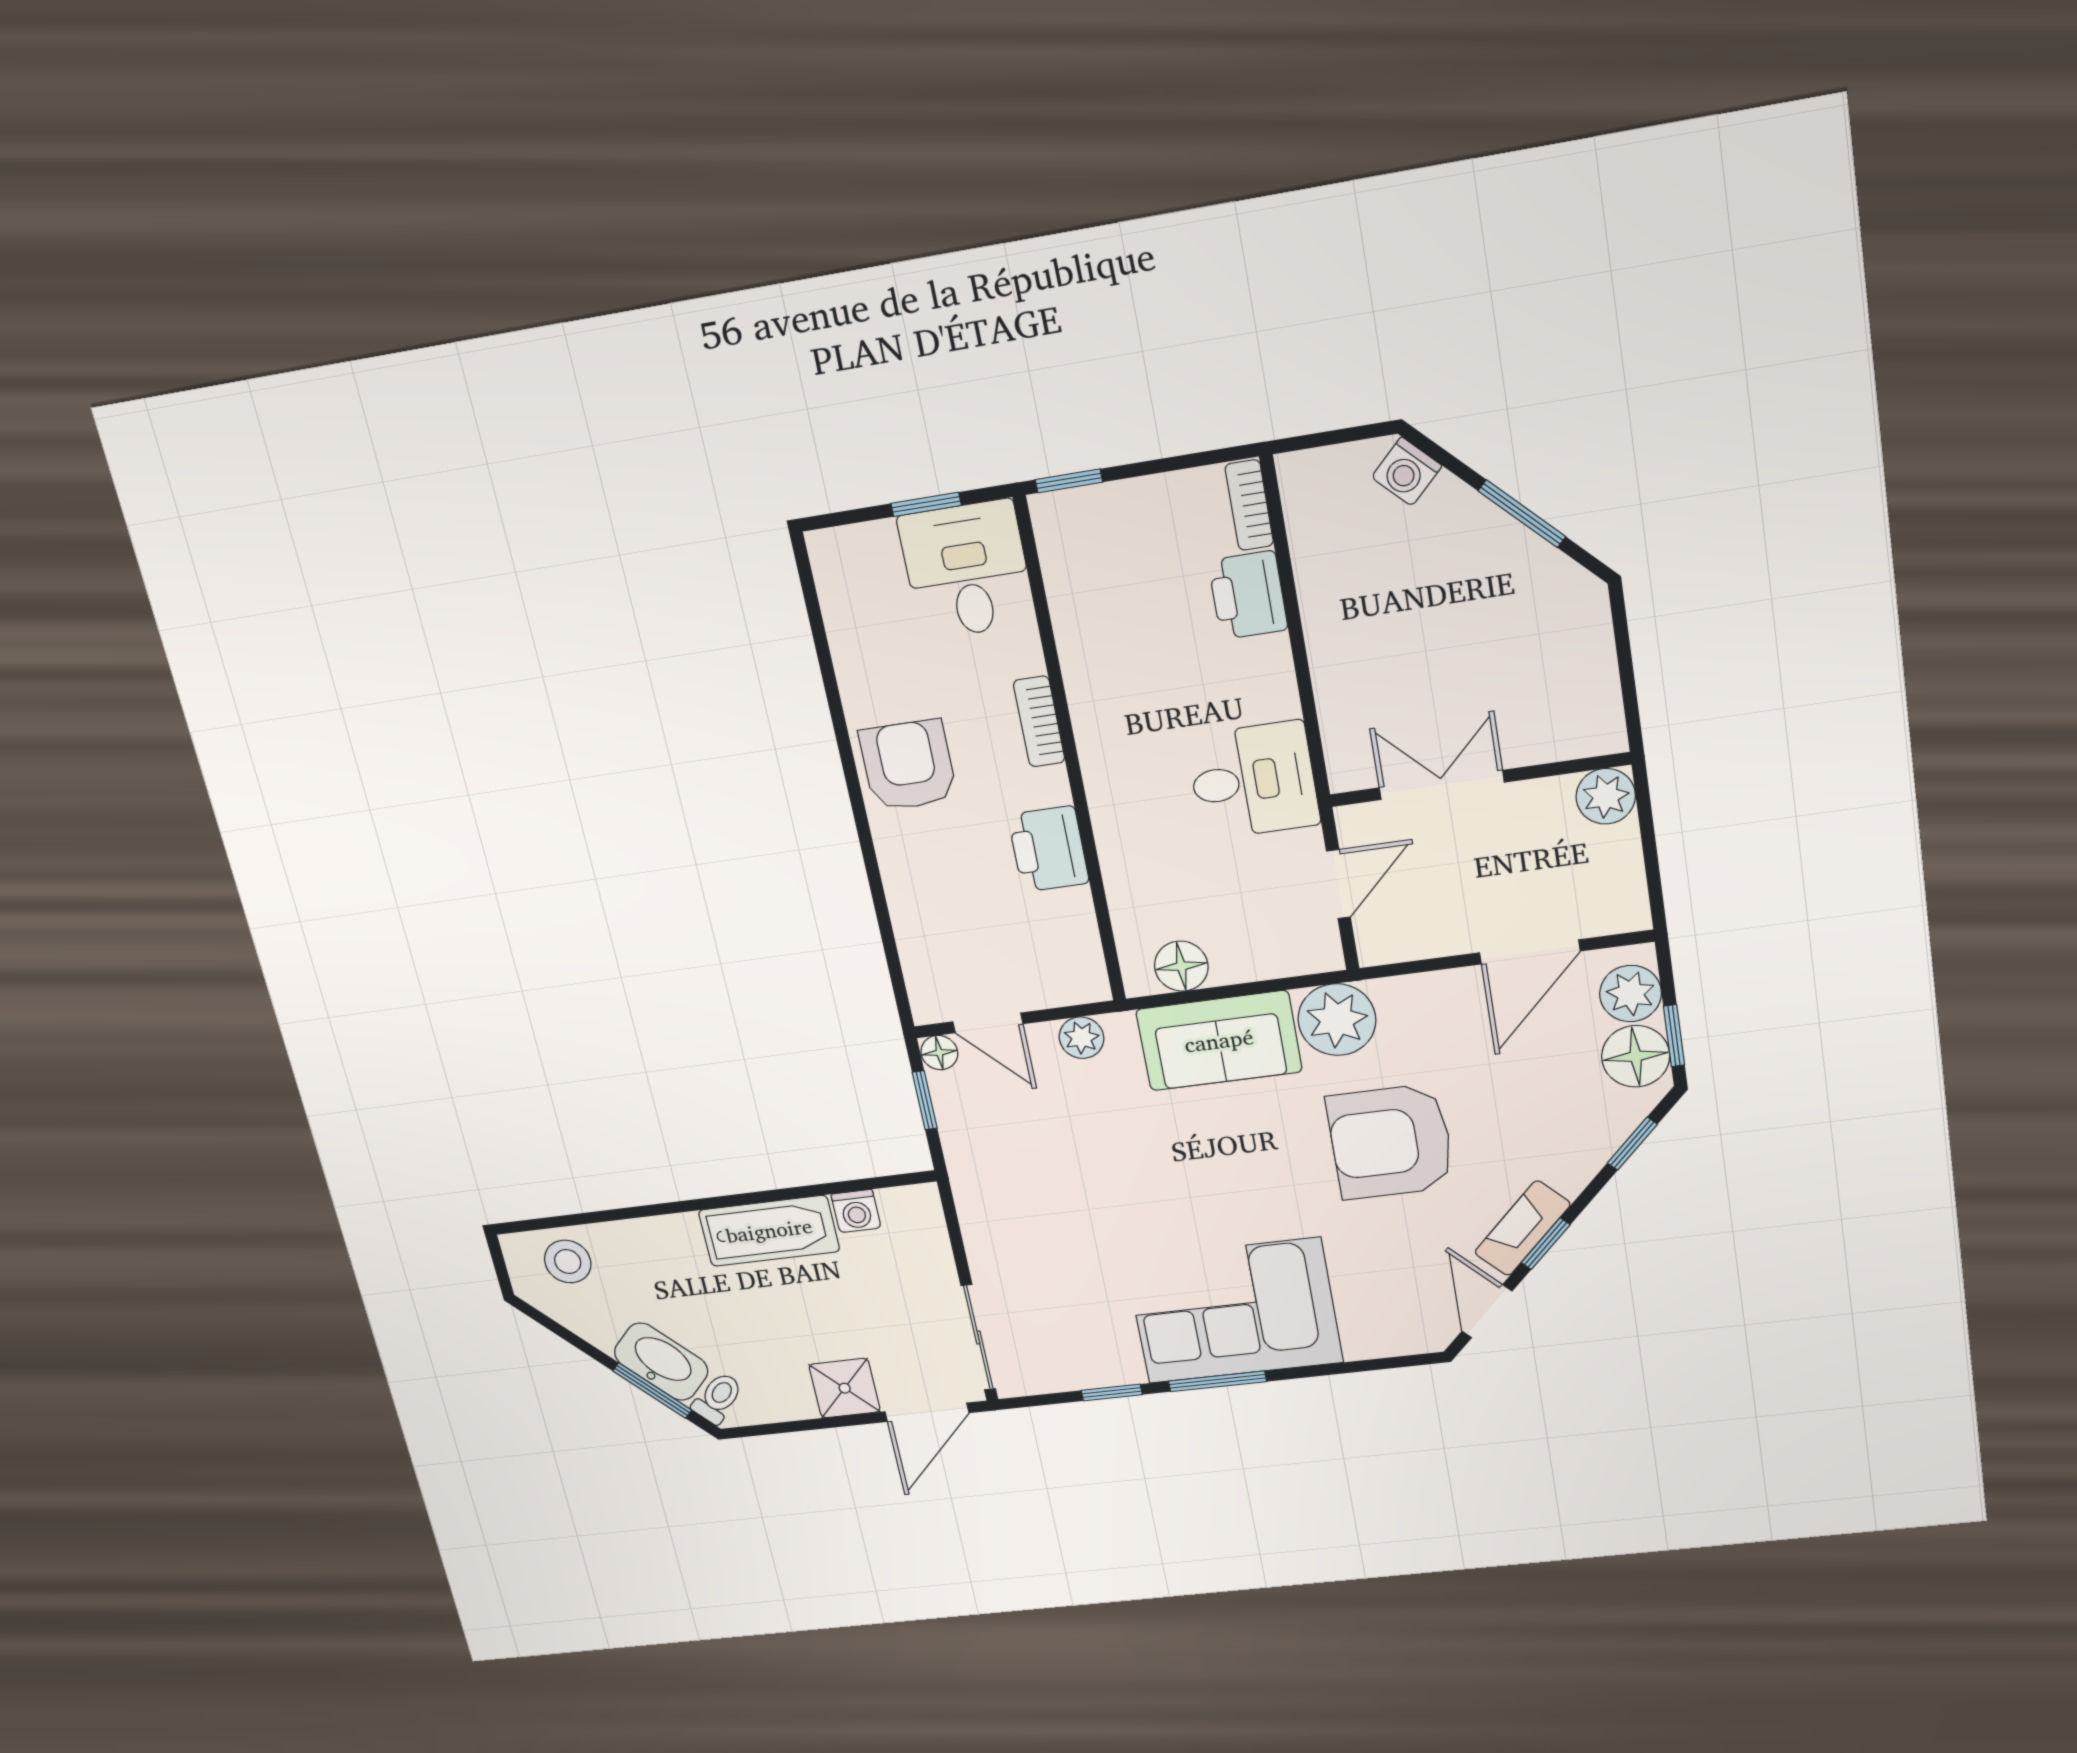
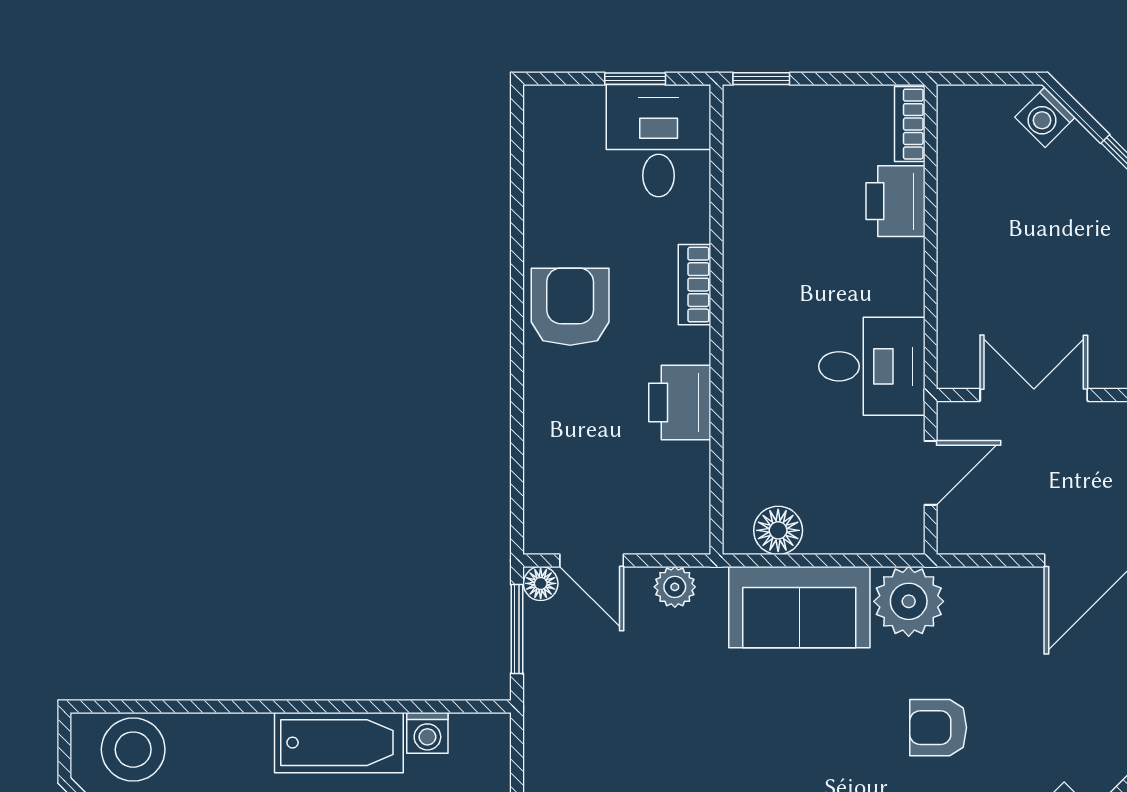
window: (925, 1100) -> (517, 629), width x1.50
armchair: (1391, 1142) -> (938, 728), width x0.53, depth x0.53
stool: (568, 1262) -> (133, 750), width x1.38, depth x1.38

